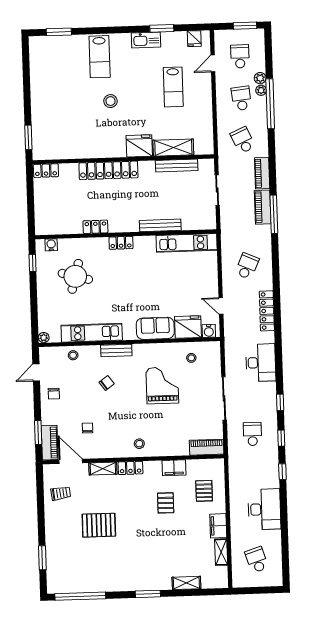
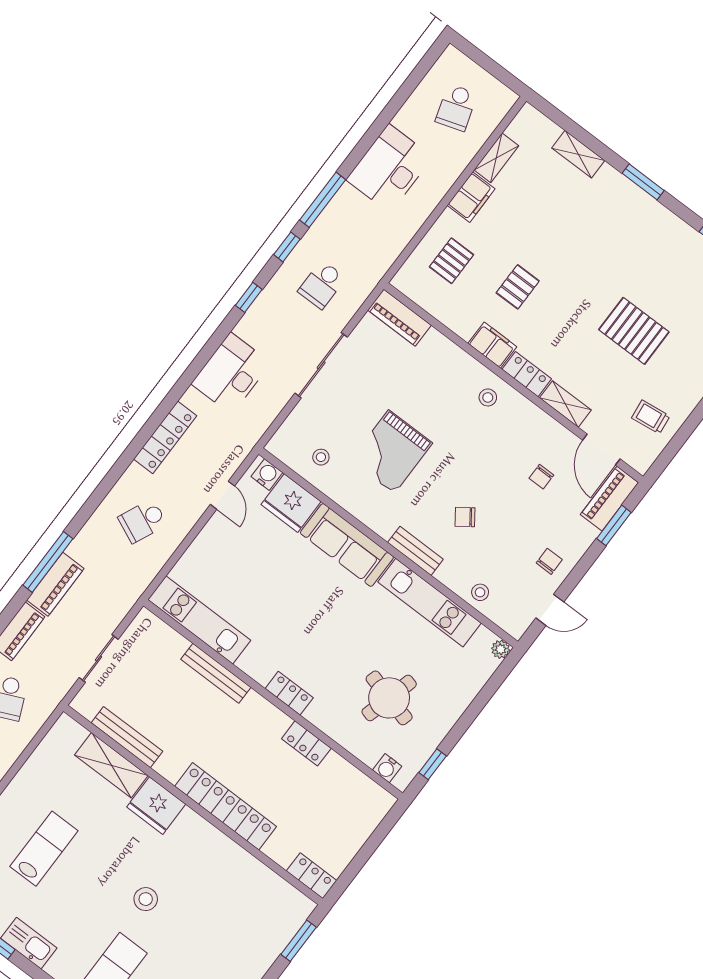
sofa: (155, 328) -> (347, 545), width x1.36
filing cabinet: (174, 468) -> (492, 345), moved
window: (282, 472) -> (323, 200), width x2.17

